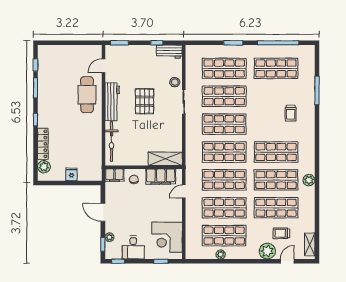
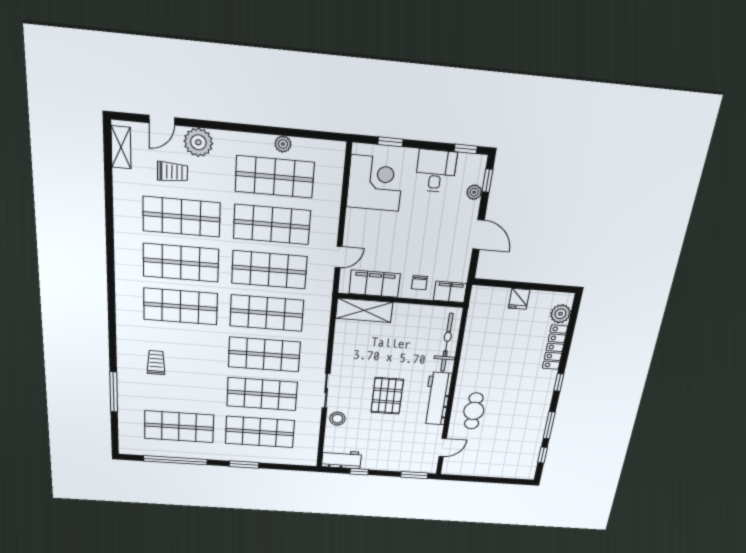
cafe table: (87, 95) -> (474, 411), width x0.73, depth x0.74
plant: (309, 180) -> (124, 258), removed

